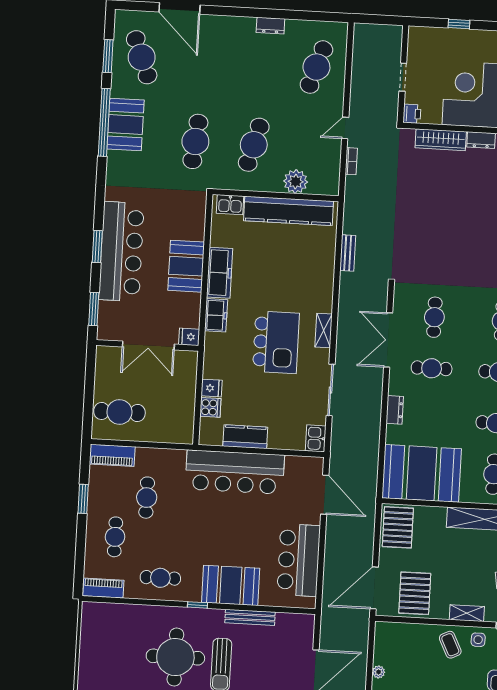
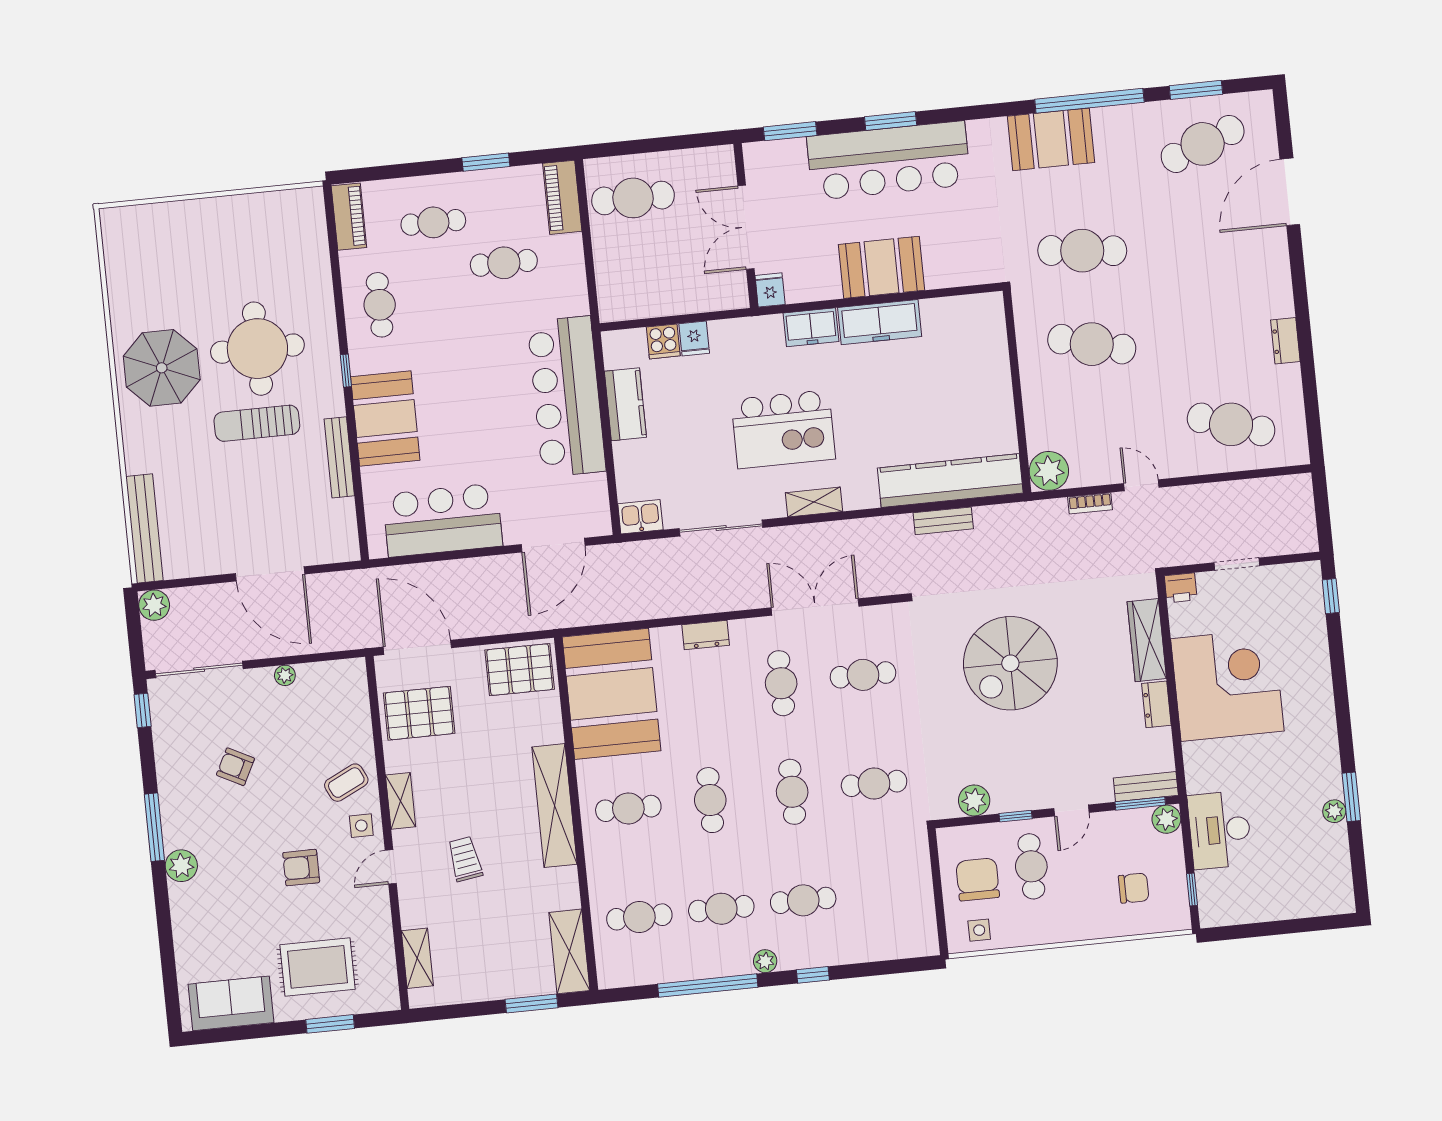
window: (459, 24) -> (1331, 596), moved
booth: (125, 125) -> (1051, 139), moved
plant: (296, 182) -> (1049, 471), moved
kitchen sink: (230, 205) -> (990, 322), removed
kitchen counter: (289, 211) -> (950, 481), moved, turned 90
spiral stairs: (442, 226) -> (1010, 663), added
cafe table: (119, 412) -> (633, 198), turned 90

